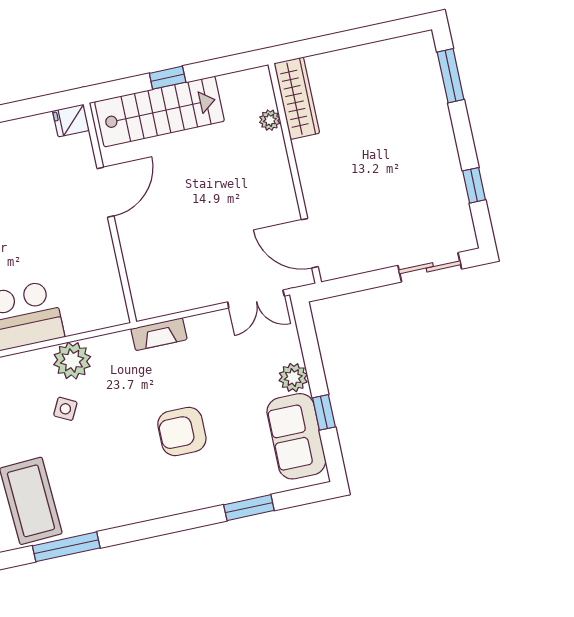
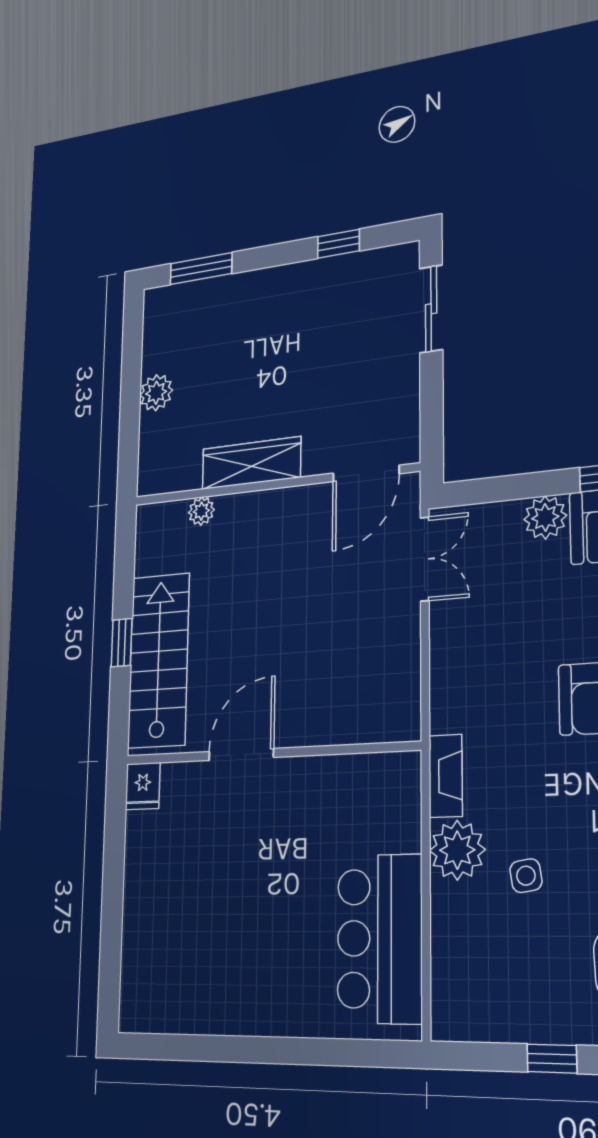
plant: (354, 60) -> (156, 393), added
wardrobe: (297, 98) -> (251, 463), moved
door: (105, 192) -> (241, 754), hinge flipped
fireplace: (159, 334) -> (446, 776), moved
side table: (65, 409) -> (526, 876), turned -36

